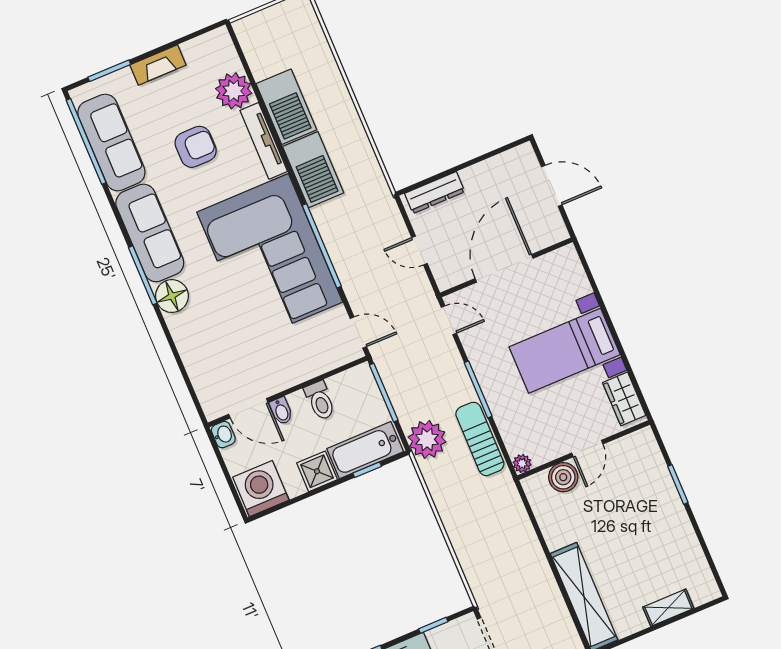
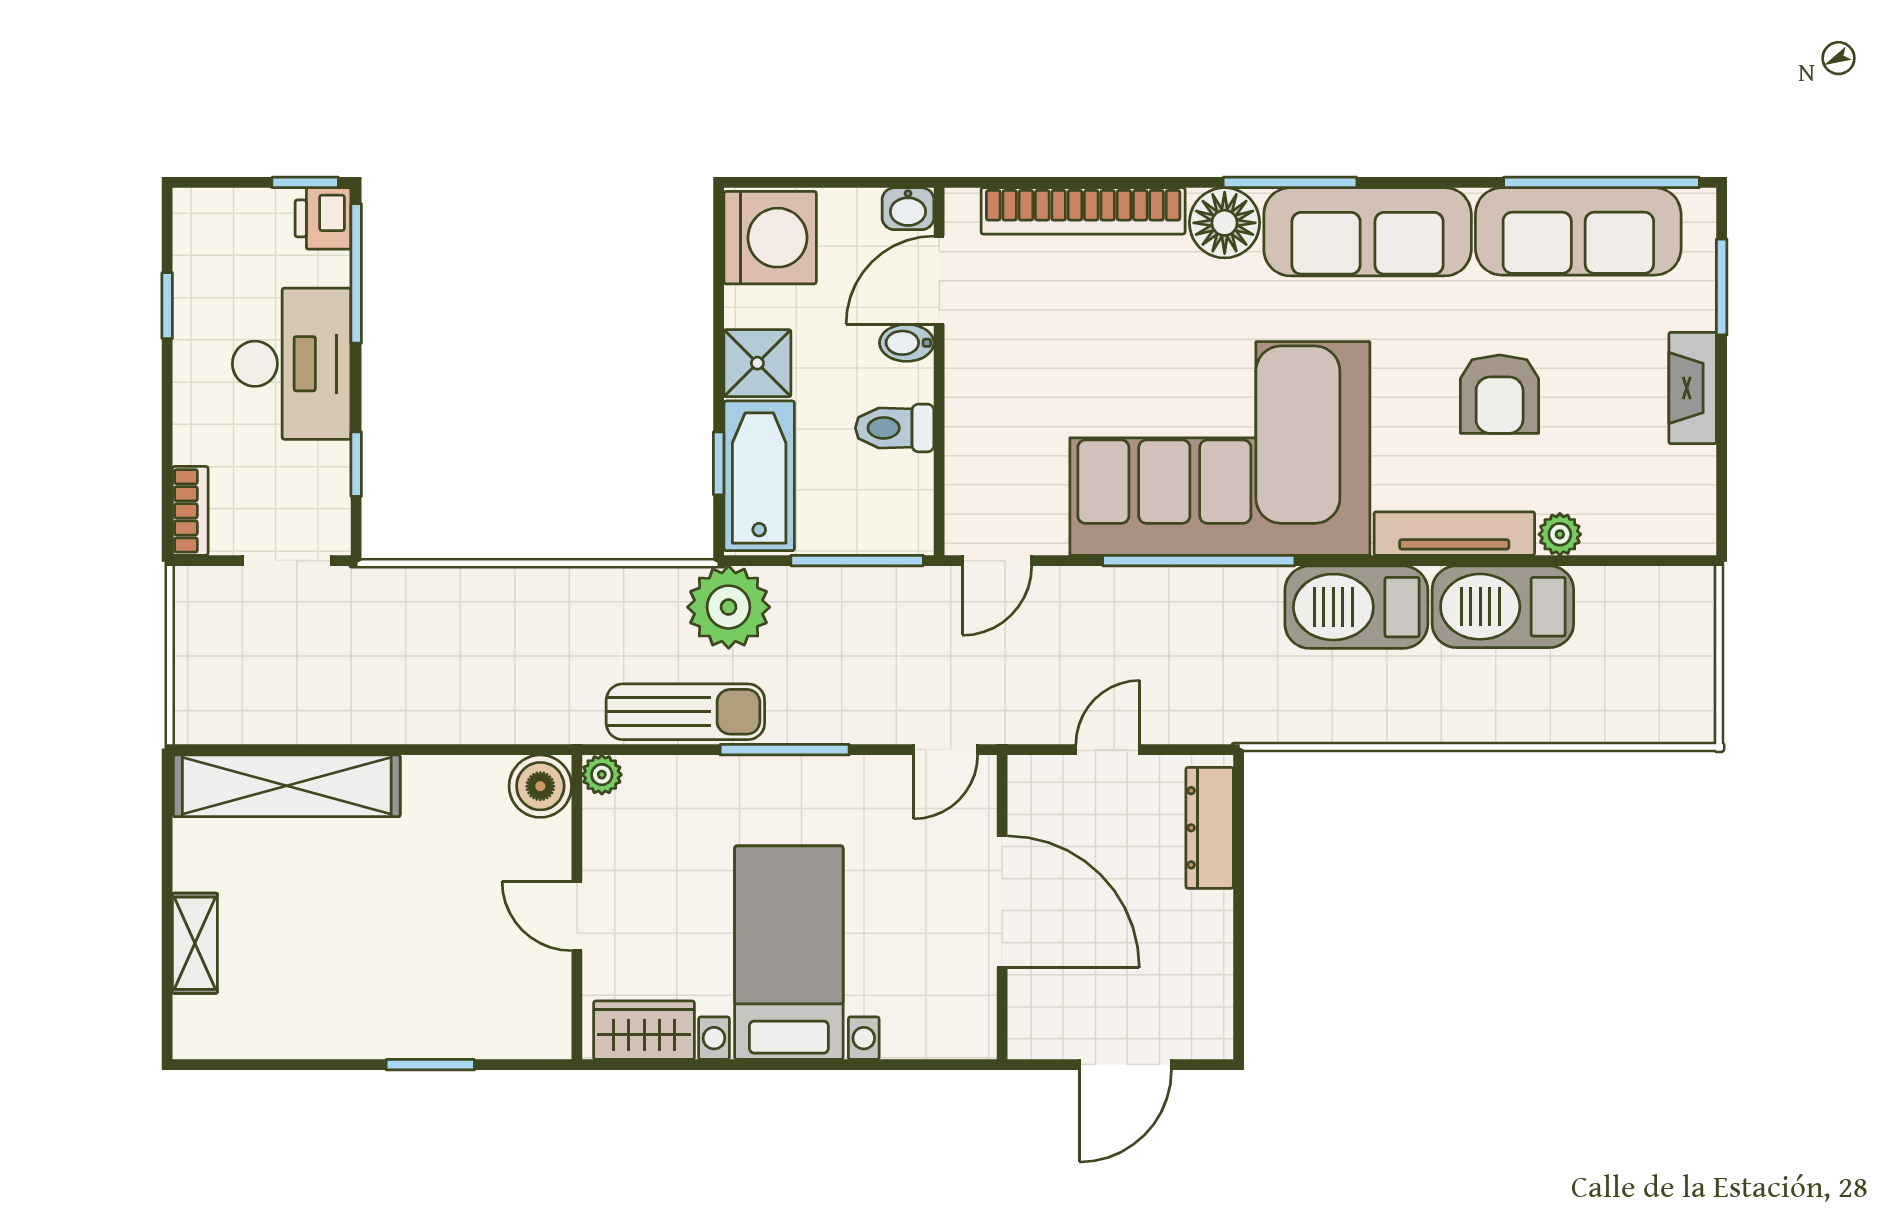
plant: (234, 91) -> (1560, 534), width x0.53, depth x0.53
bookcase: (192, 359) -> (1083, 211), added
boiler: (563, 477) -> (540, 786), moved

